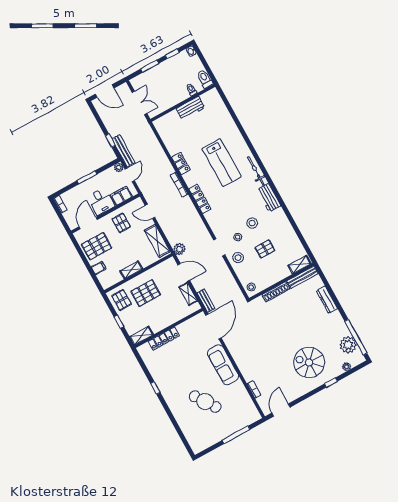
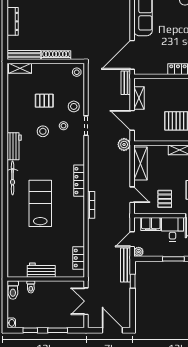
locker: (181, 164) -> (79, 258), moved

